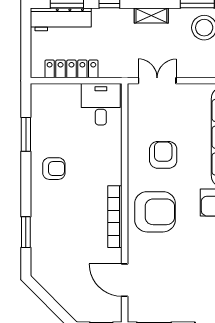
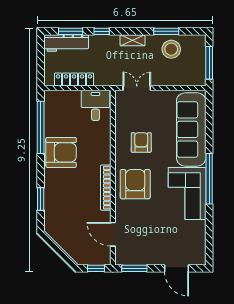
window: (26, 134) -> (41, 127), width x2.11
armchair: (54, 169) -> (61, 152), width x1.88, depth x1.88
armchair: (155, 212) -> (135, 184), turned -90

